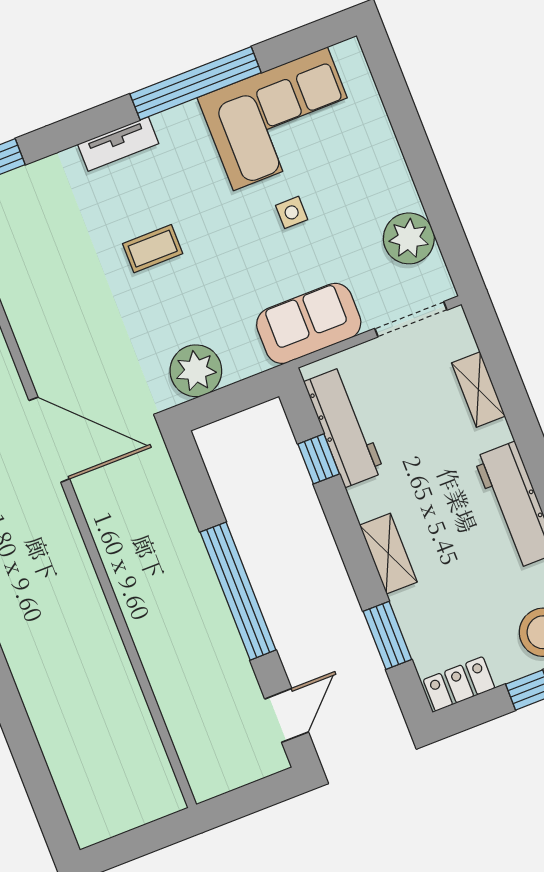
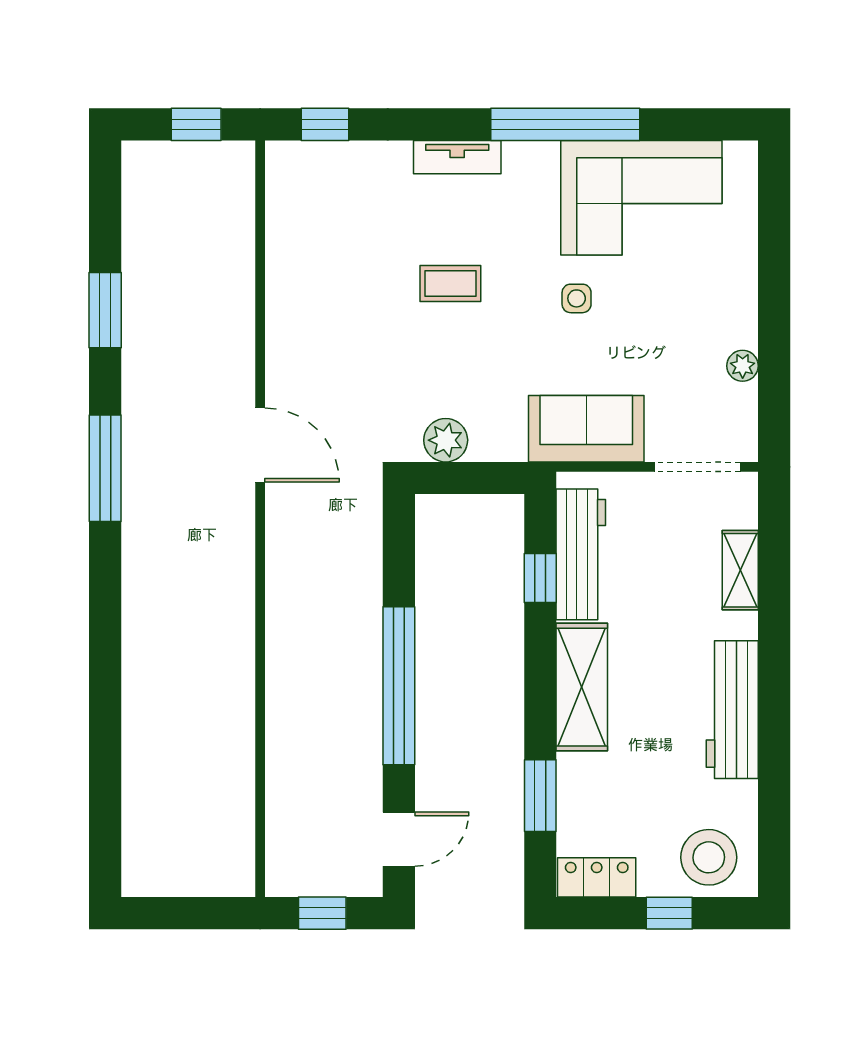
side table: (292, 212) -> (577, 298), moved
plant: (409, 238) -> (743, 366), width x0.53, depth x0.53
plant: (196, 371) -> (446, 440), width x0.73, depth x0.73
door: (49, 440) -> (260, 445), width x0.73
shelving: (388, 554) -> (582, 687), width x1.50, depth x1.33
window: (248, 800) -> (322, 913), added

